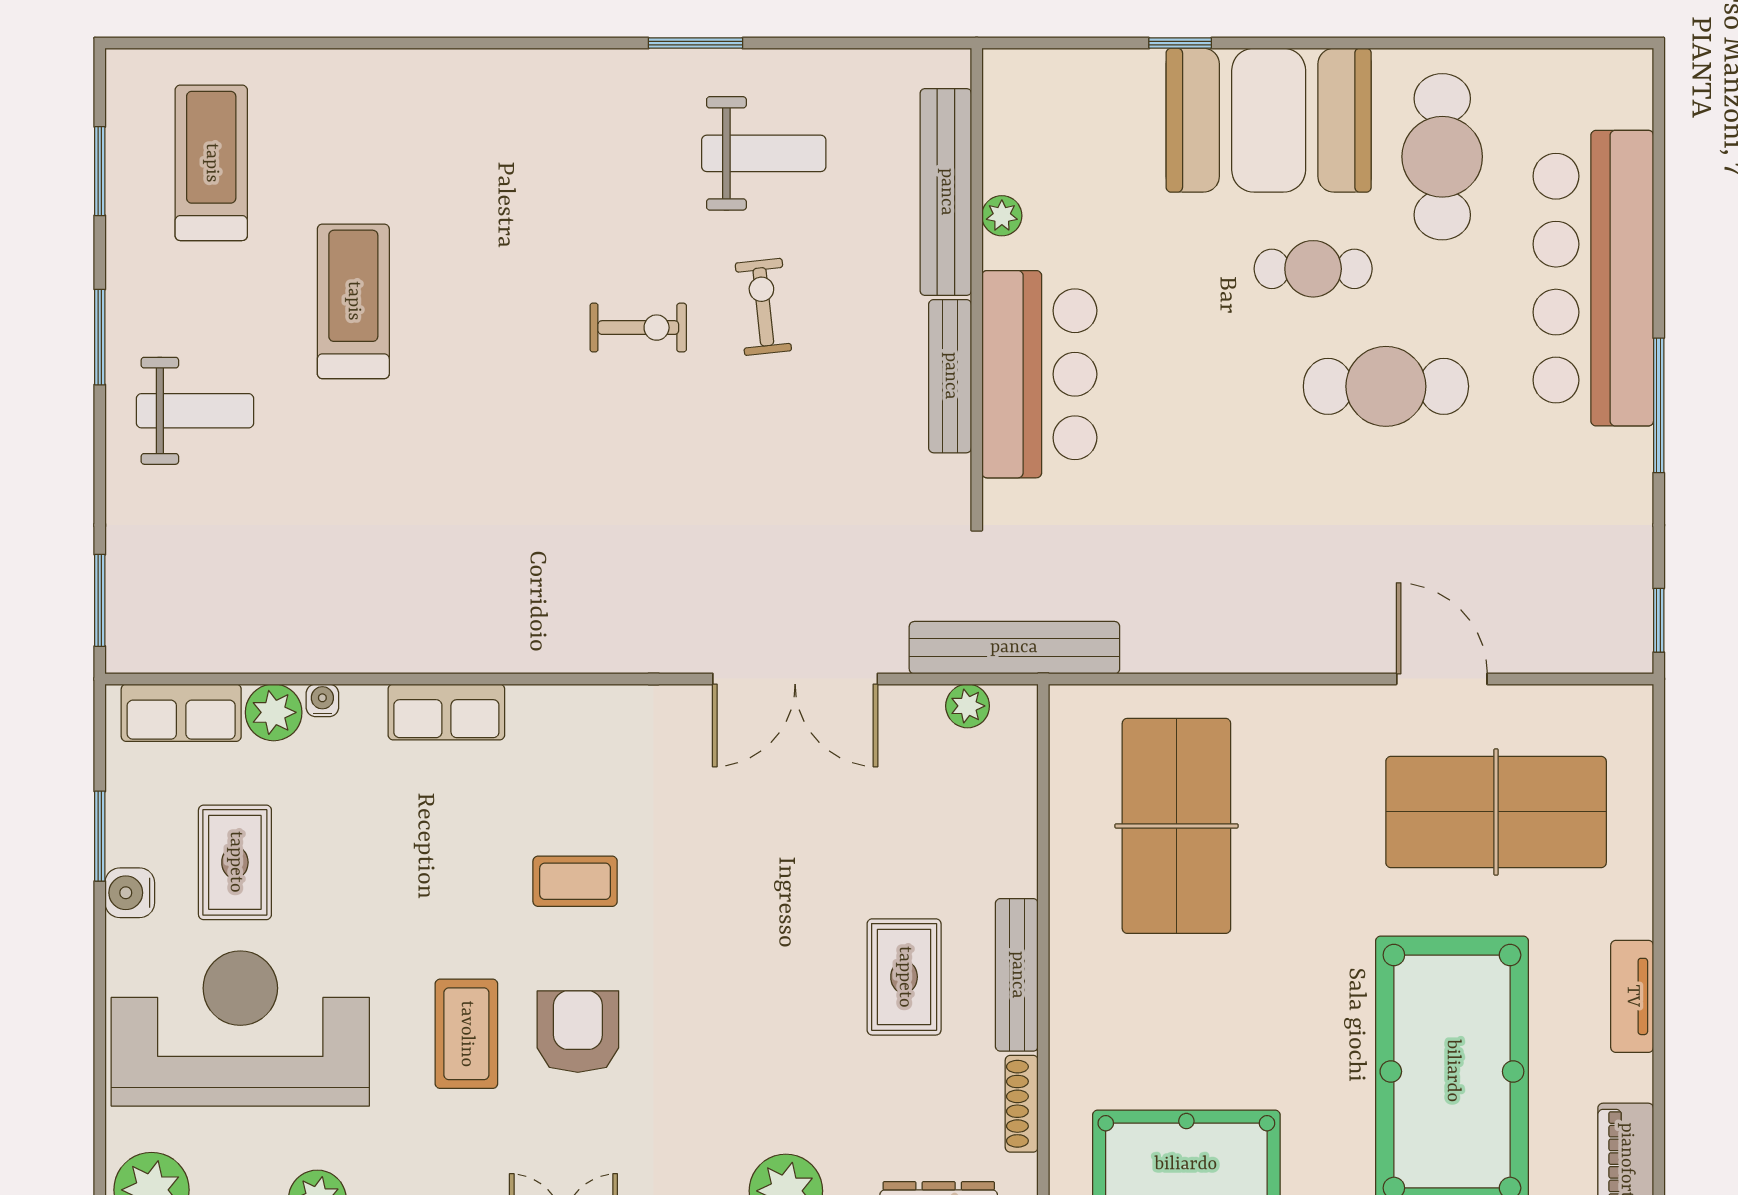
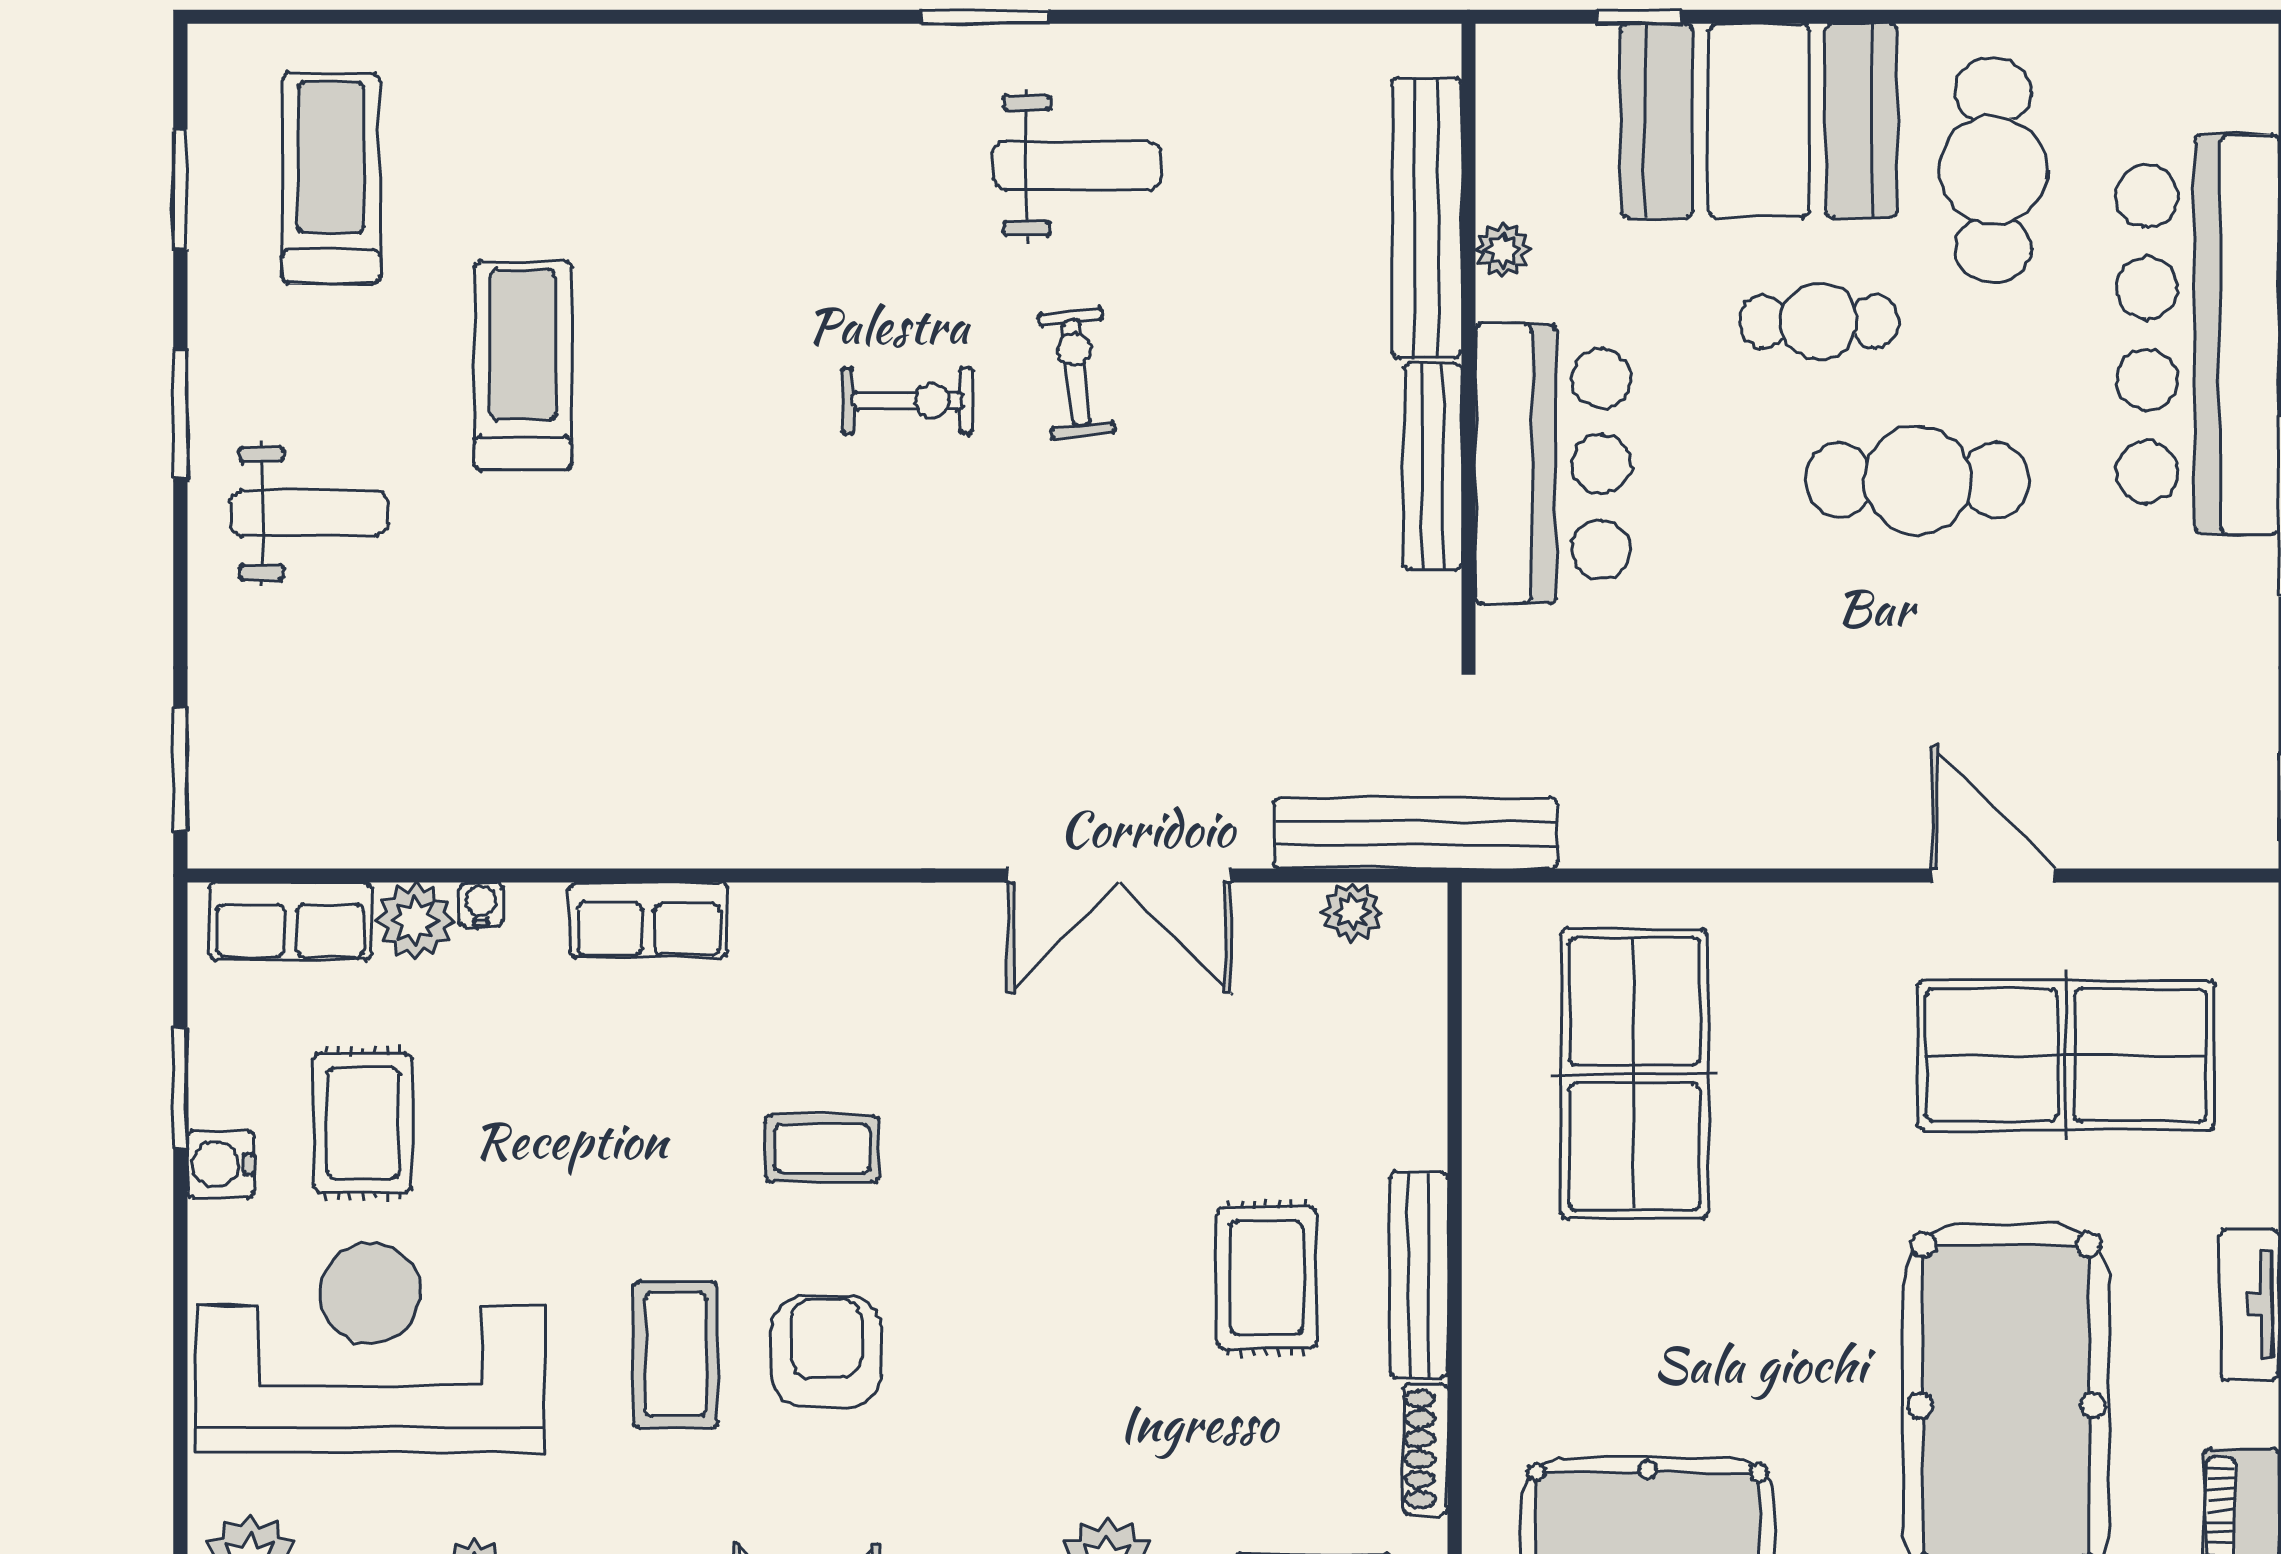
bench: (946, 192) -> (1427, 218), moved
plant: (1002, 216) -> (1502, 250), moved
wall: (977, 284) -> (1468, 342), moved
bar counter: (1039, 374) -> (1553, 464), moved
bench: (950, 376) -> (1433, 467), moved

